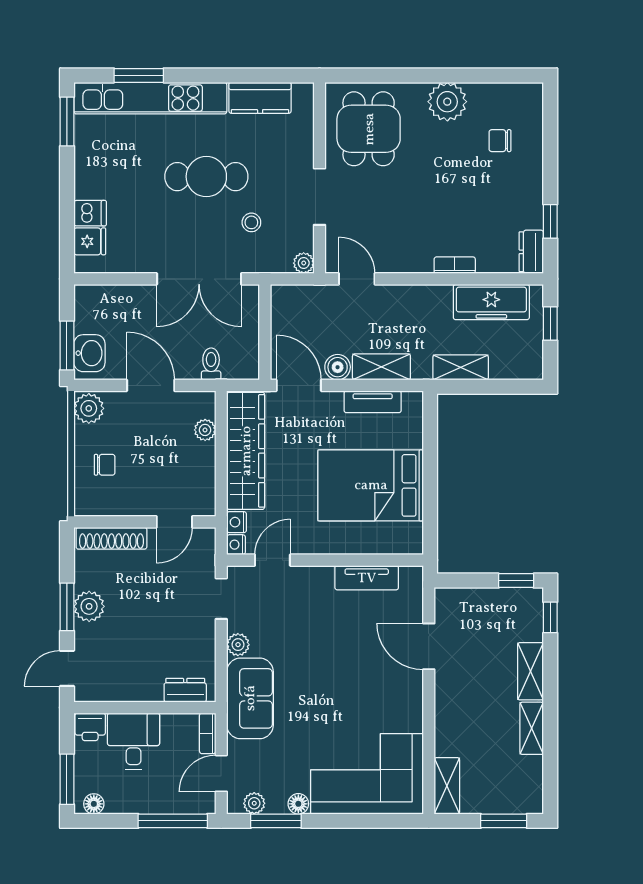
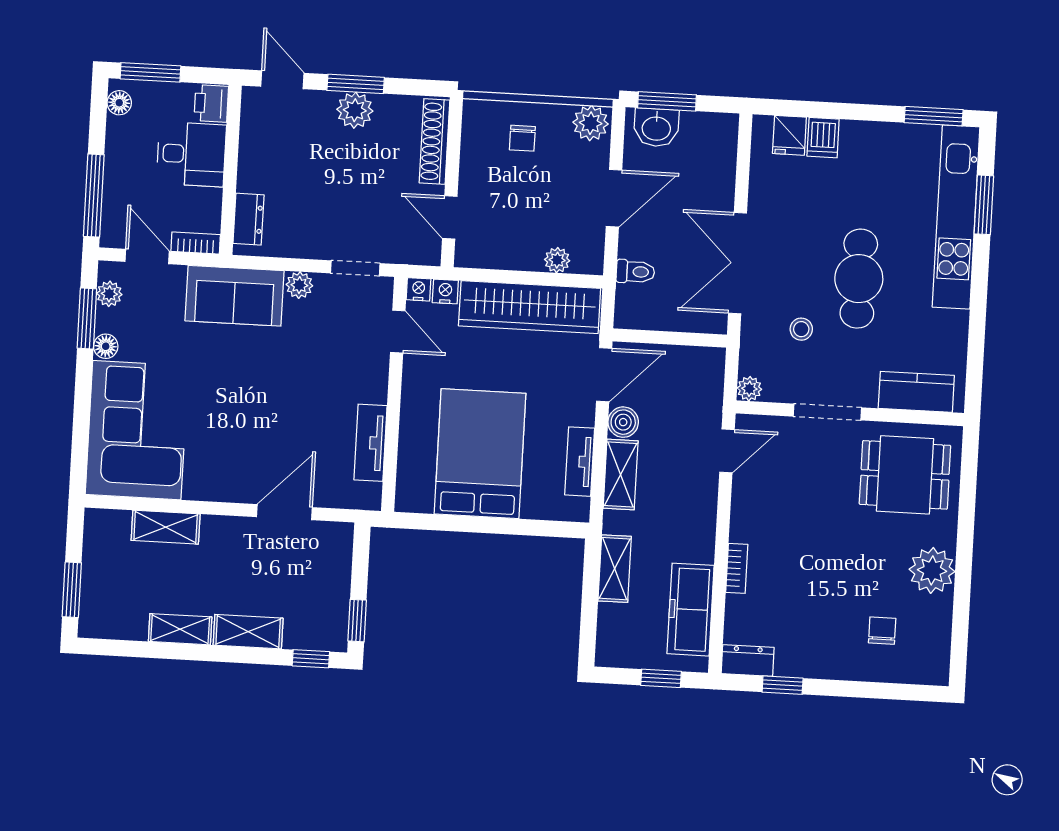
kitchen counter: (260, 98) -> (916, 392), moved, turned 90
shelving: (447, 786) -> (166, 527), moved

